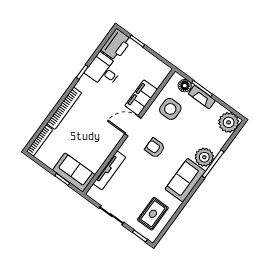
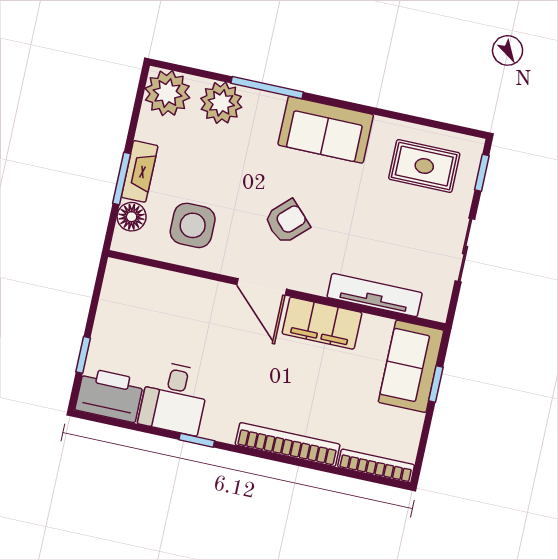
filing cabinet: (141, 98) -> (322, 323), moved
armchair: (155, 148) -> (287, 222), turned -134
plant: (204, 157) -> (221, 103), moved

